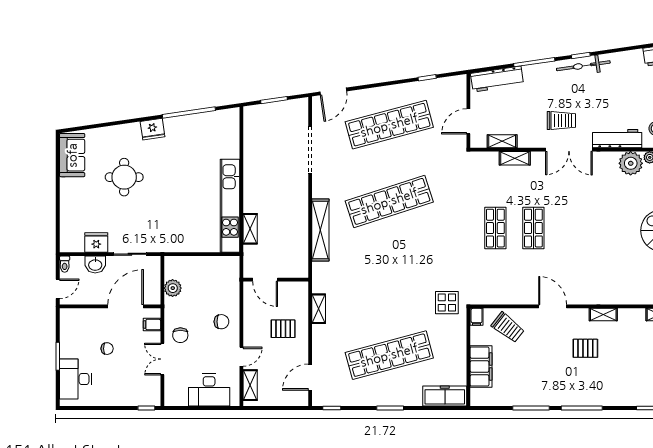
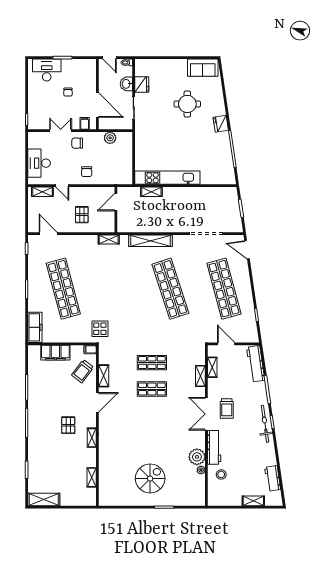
shelving: (514, 297) -> (104, 376), added
shelving: (319, 309) -> (109, 239), moved

